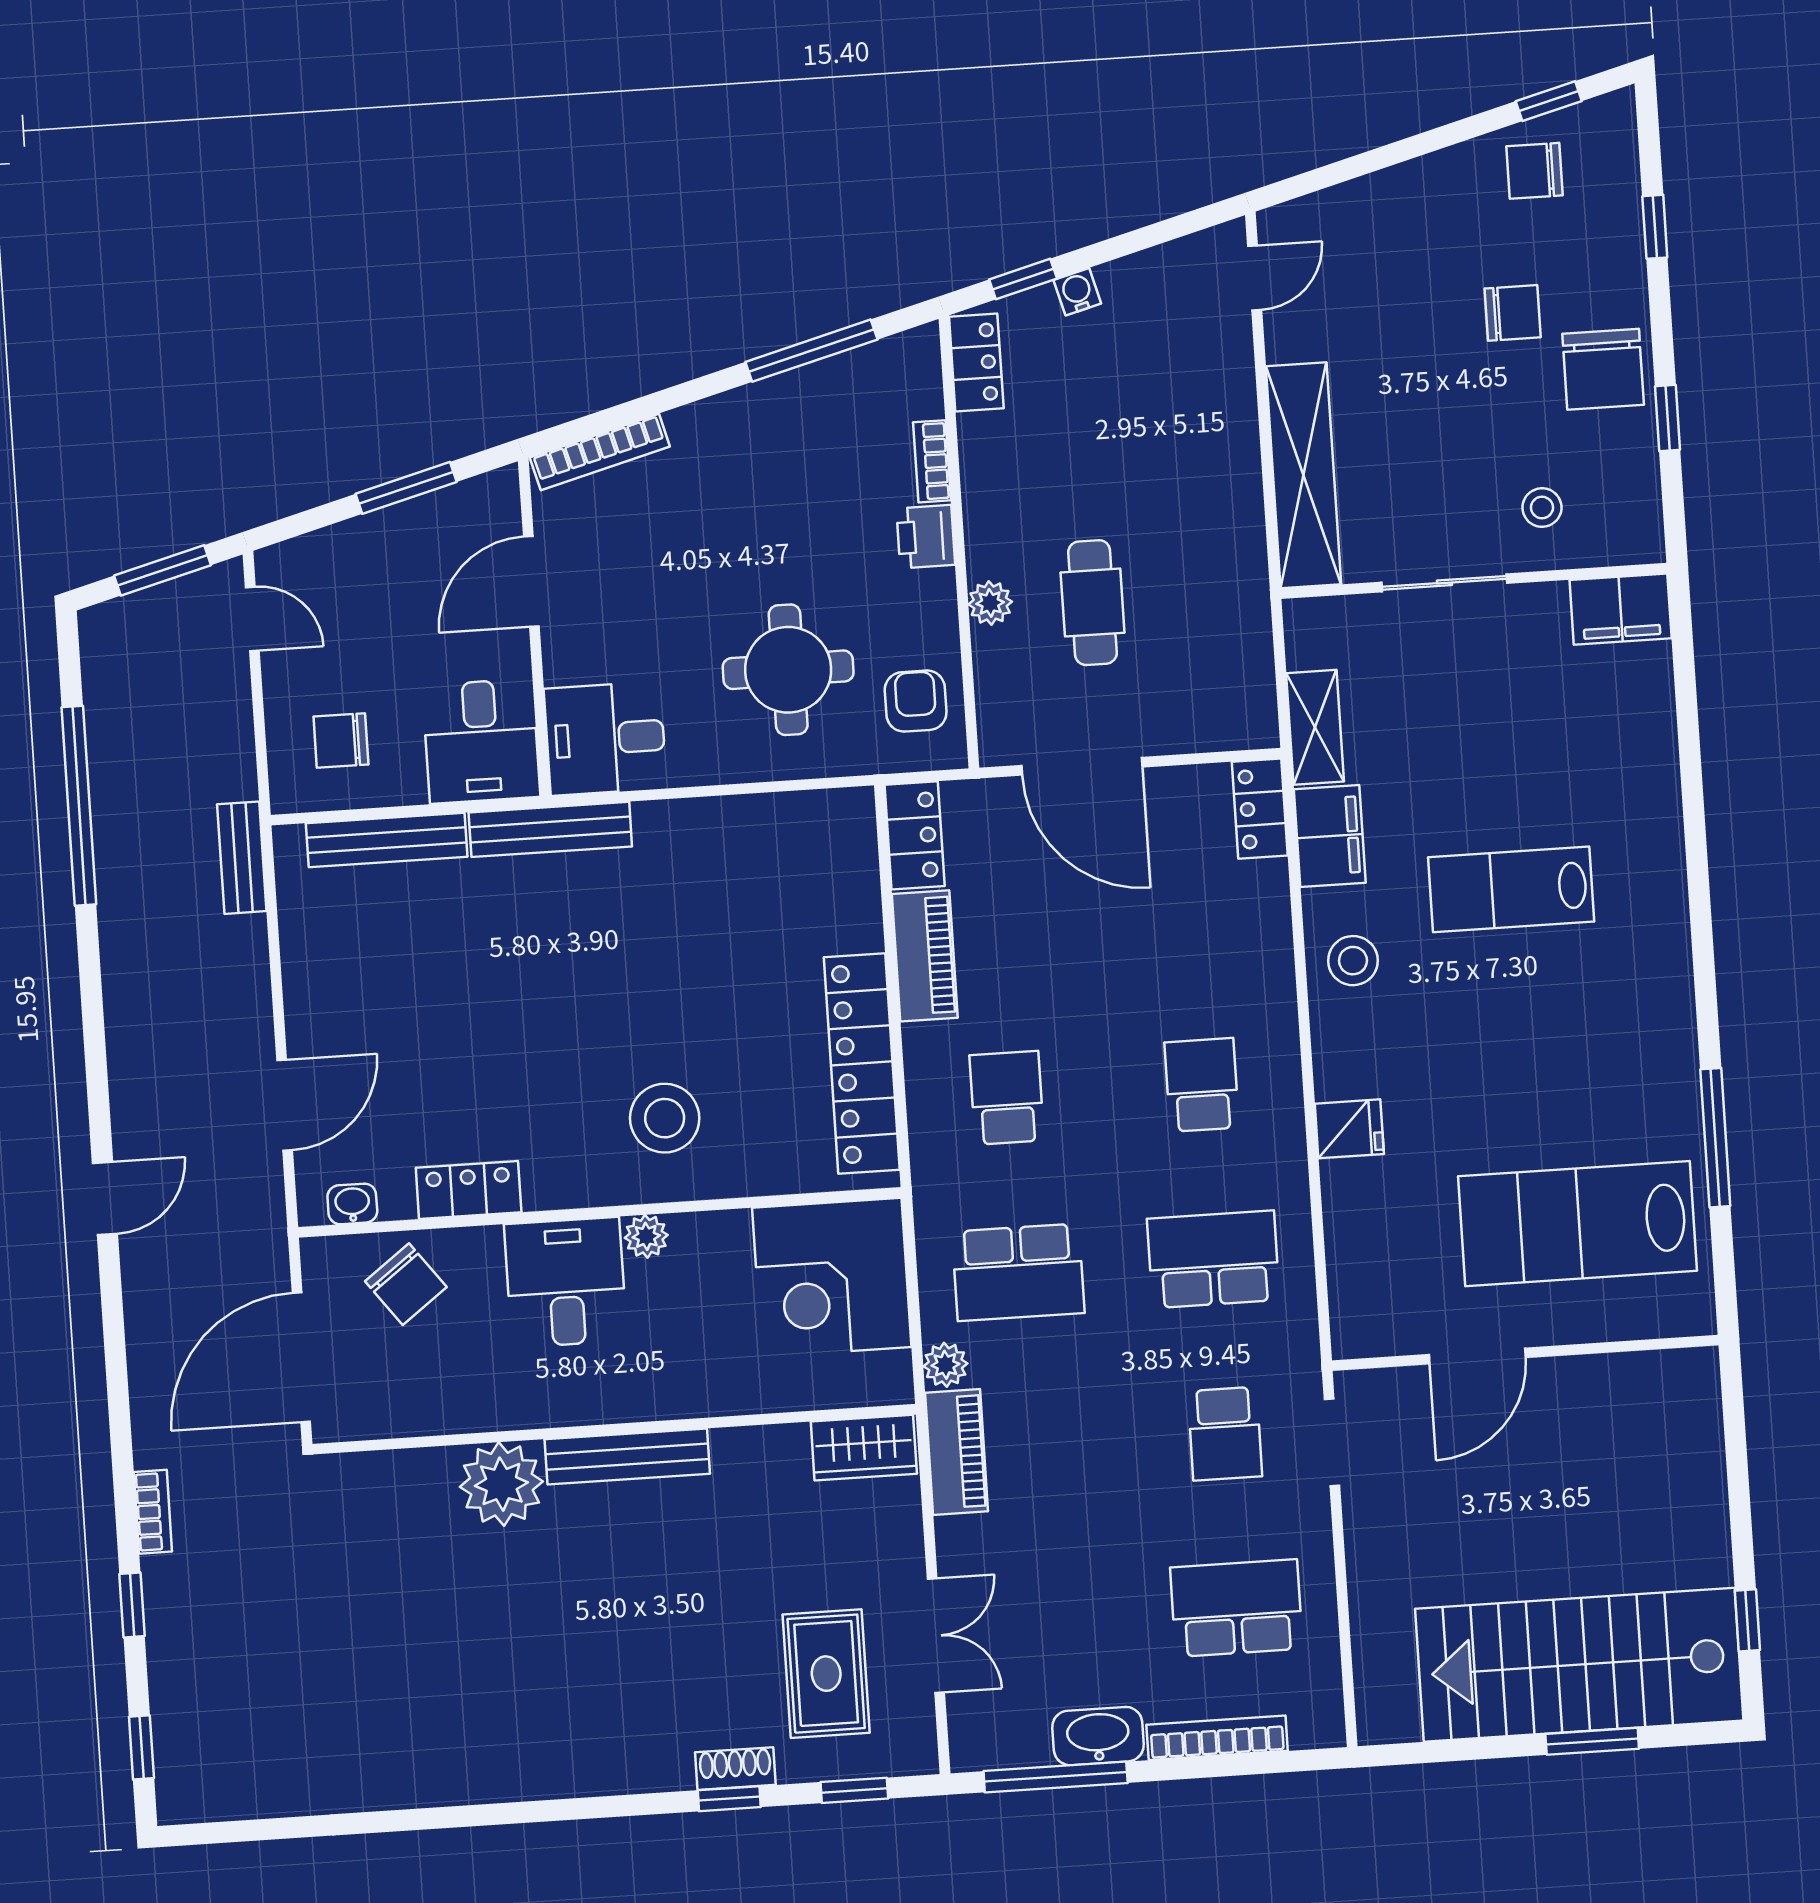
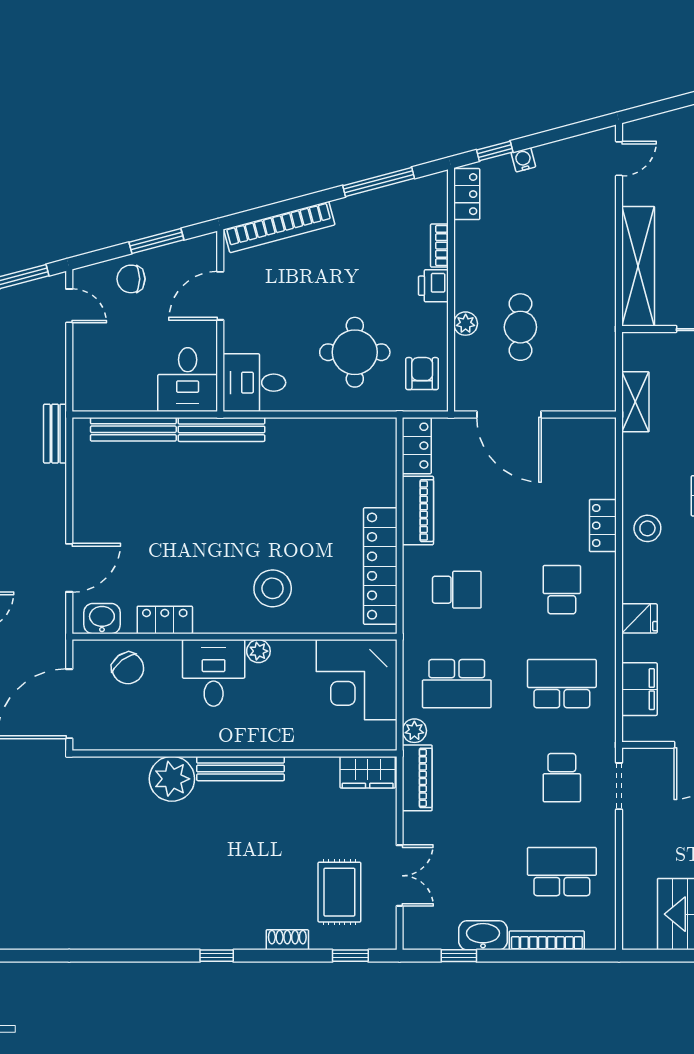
bookcase: (600, 452) -> (279, 227), width x1.48, depth x1.31
chair: (341, 740) -> (131, 279), moved
locker: (1260, 809) -> (603, 525), moved
filing cabinet: (1330, 836) -> (639, 689), moved
school desk: (1007, 1098) -> (457, 590), turned 90
washbasin: (352, 1204) -> (102, 619), width x1.38, depth x1.45
window: (1056, 1777) -> (459, 956), width x0.46
window: (729, 1799) -> (217, 956), moved

